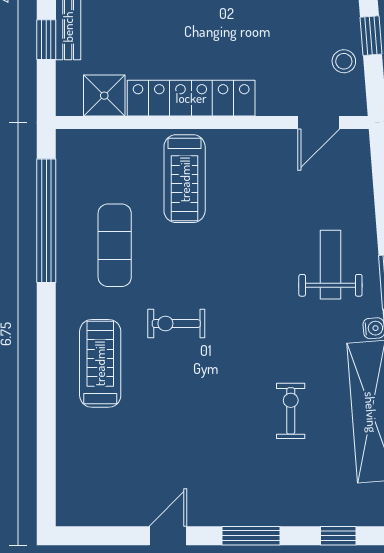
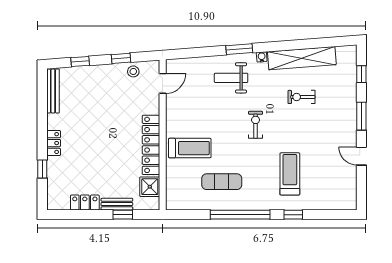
door: (319, 122) -> (163, 83), hinge flipped
window: (46, 221) -> (240, 215), moved
exercise bike: (176, 324) -> (256, 125), moved, turned 180
treadmill: (100, 363) -> (290, 174), moved, turned 90
window: (46, 394) -> (293, 215), added

